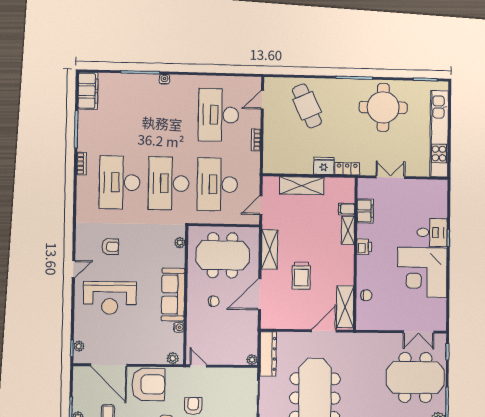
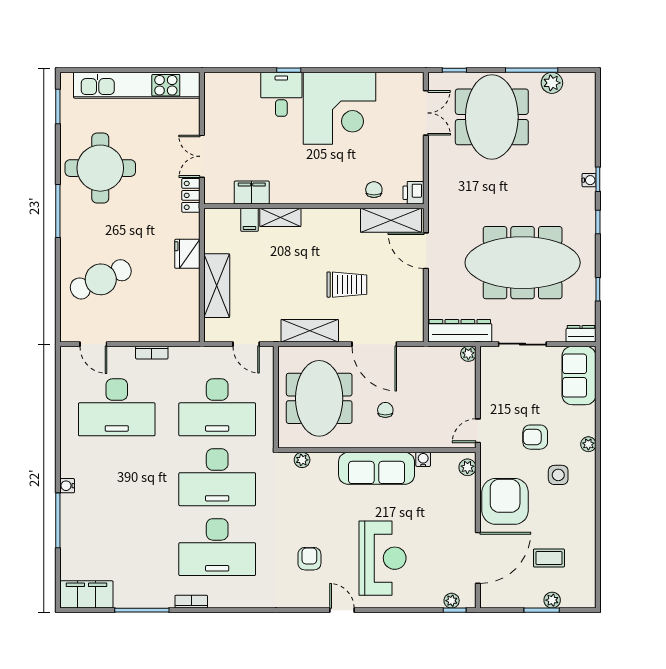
locker: (347, 169) -> (191, 195), moved
printer: (364, 247) -> (414, 193), moved, turned -90

